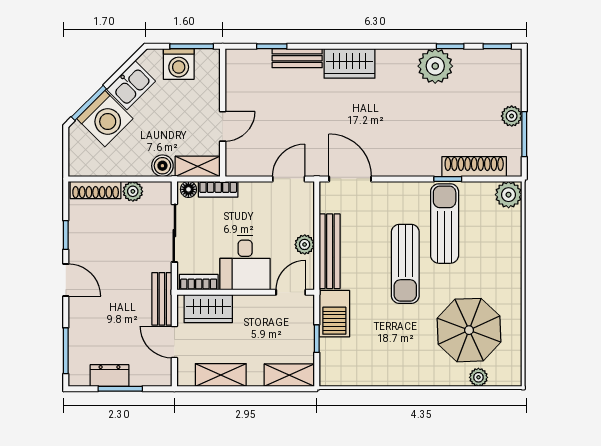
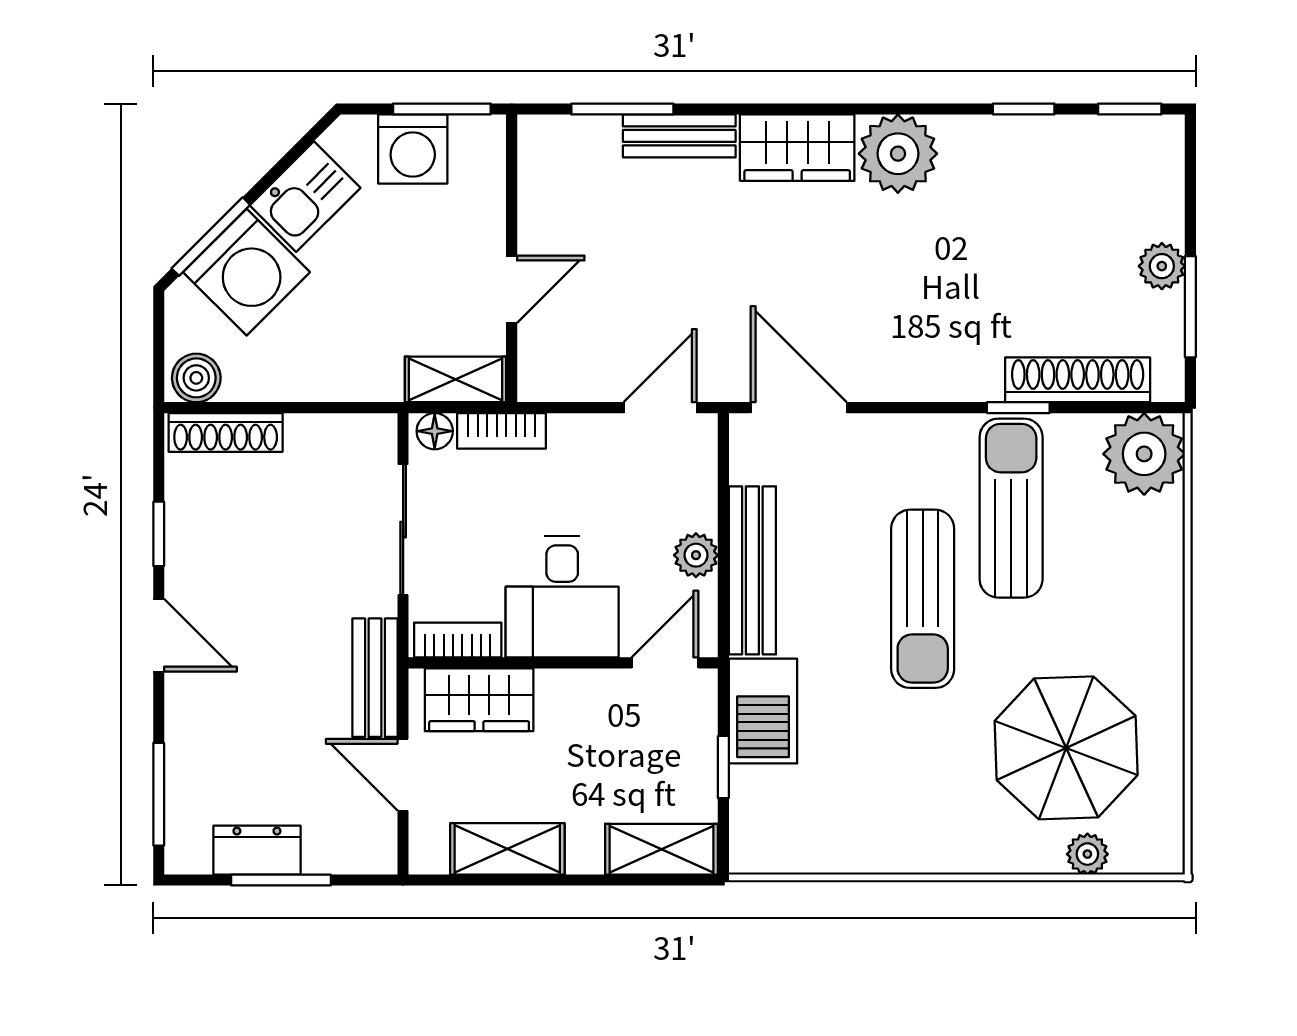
window: (272, 46) -> (622, 109), width x1.50
plant: (435, 66) -> (898, 154), moved
boiler: (162, 166) -> (196, 378), moved
plant: (133, 191) -> (309, 436), removed
plant: (509, 195) -> (1144, 454), width x1.36, depth x1.36

